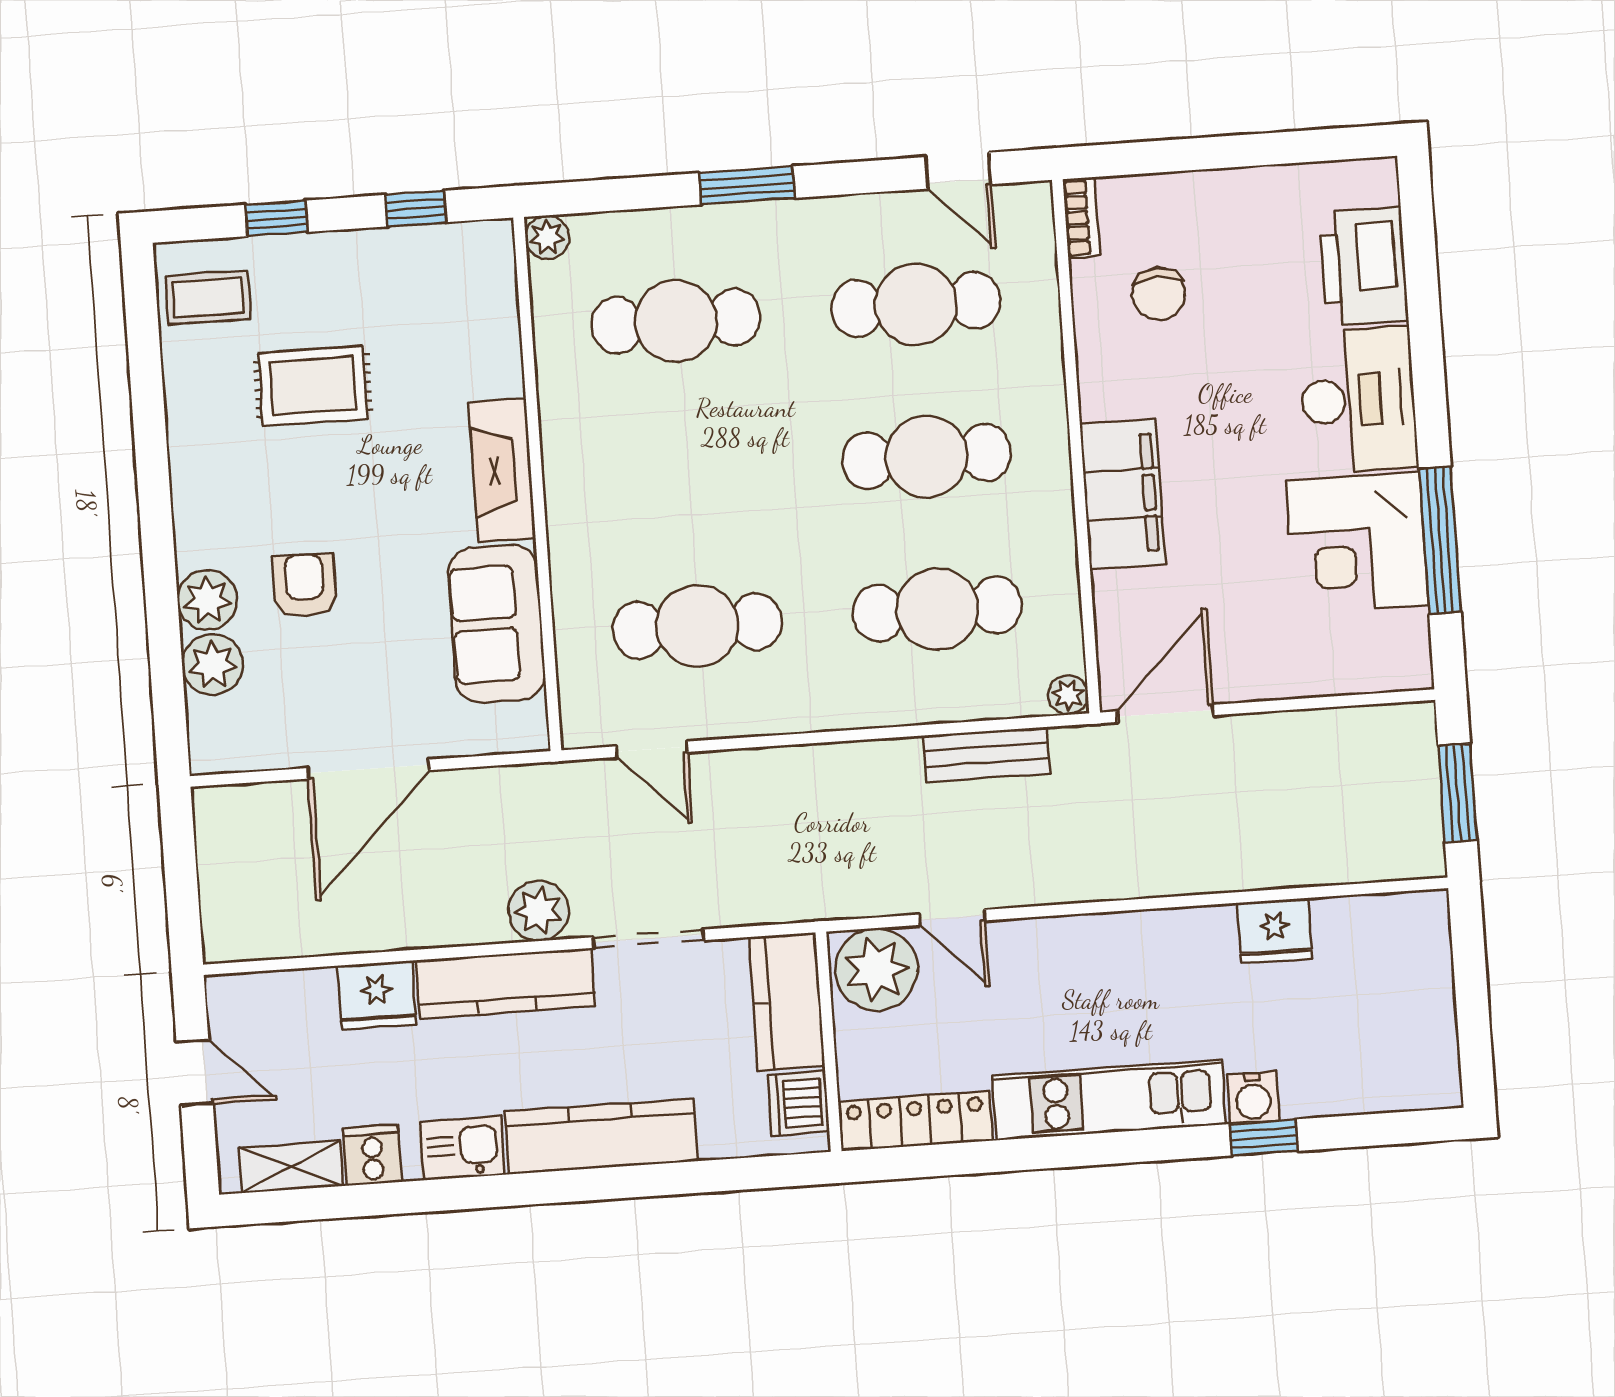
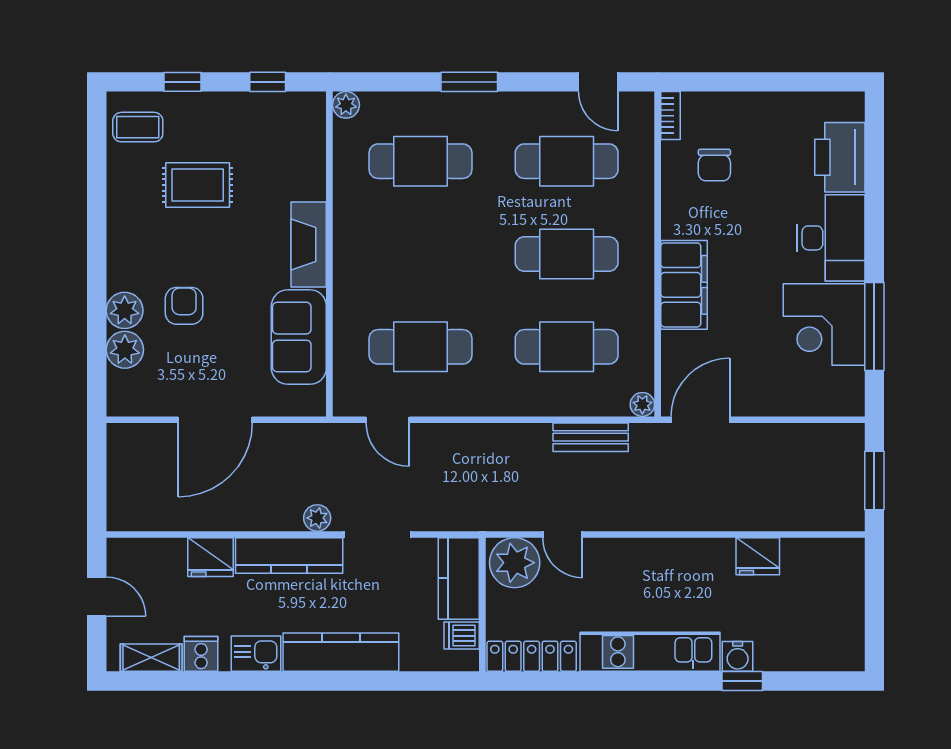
plant: (539, 911) -> (317, 518), width x0.73, depth x0.73
dishwasher: (798, 1103) -> (462, 636), width x0.73

